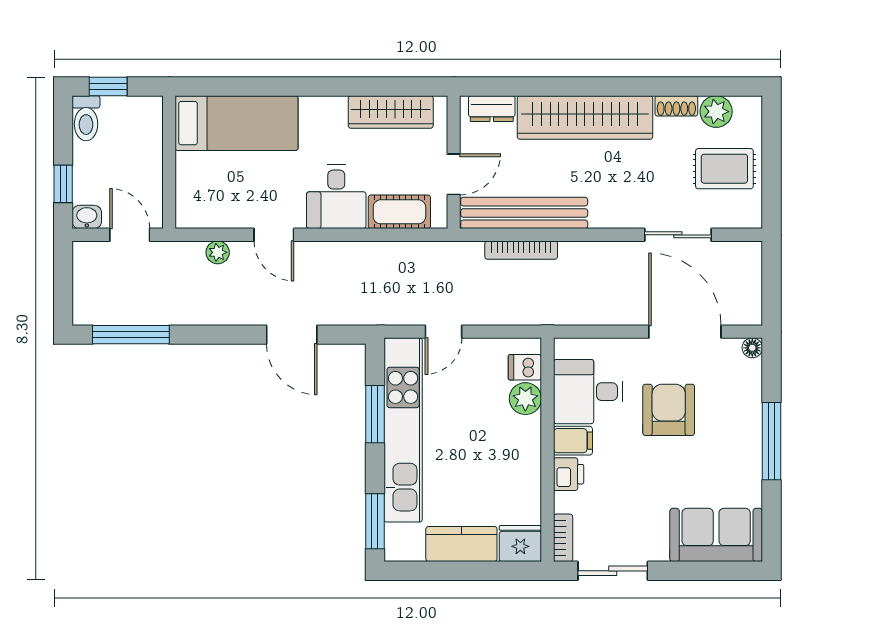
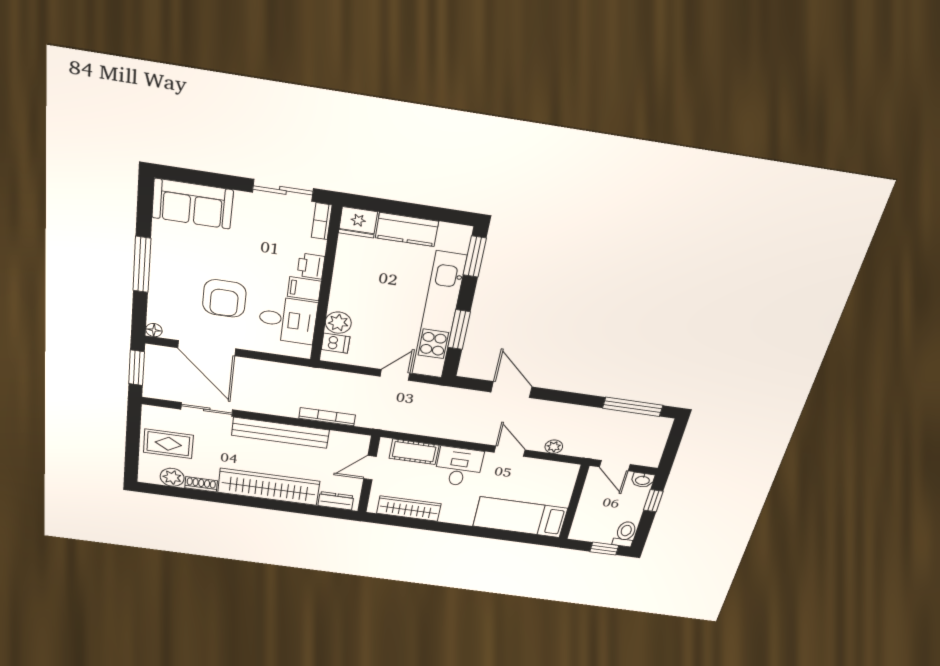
bench: (524, 213) -> (280, 433), moved
window: (771, 286) -> (137, 368), added

